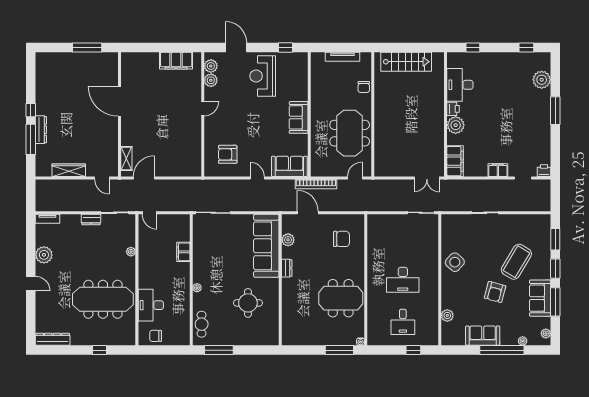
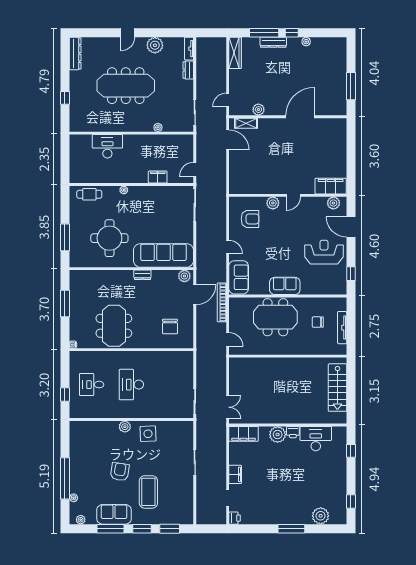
door: (236, 48) -> (351, 227), swing flipped
filing cabinet: (176, 61) -> (331, 186), moved, turned 90
plant: (211, 80) -> (273, 203), moved
chair: (364, 87) -> (318, 322), moved
plant: (40, 95) -> (306, 42), added
door: (203, 108) -> (293, 195), hinge flipped
meeting table: (350, 133) -> (275, 317), moved
plant: (112, 145) -> (258, 110), added
armchair: (228, 154) -> (250, 219), turned 90
wardrobe: (69, 170) -> (235, 53), moved
door: (257, 178) -> (228, 247), hinge flipped
double door: (427, 178) -> (228, 407), swing flipped
door: (149, 213) -> (195, 169), moved
dresser: (91, 220) -> (188, 70), moved
plant: (288, 240) -> (184, 276), moved
side table: (455, 262) -> (148, 434), turned 45
coffee table: (516, 262) -> (148, 492), turned 59
armchair: (495, 292) -> (120, 472), turned 83
meeting table: (103, 299) -> (126, 86), moved, turned 90
round table: (248, 303) -> (109, 238), width x1.36, depth x1.36
plant: (447, 315) -> (125, 427), moved
chair: (156, 336) -> (78, 151), removed
sofa: (483, 336) -> (79, 460), removed
window: (219, 350) -> (65, 237), moved
window: (339, 350) -> (65, 303), moved

